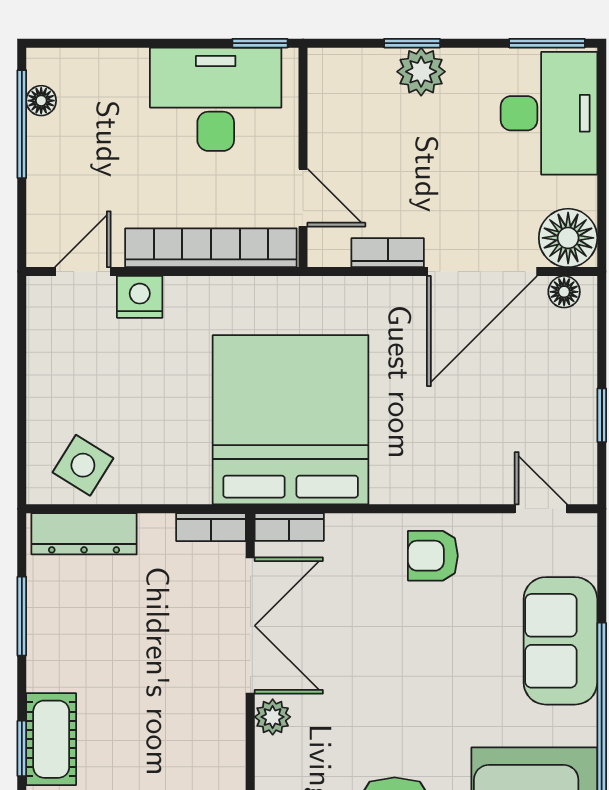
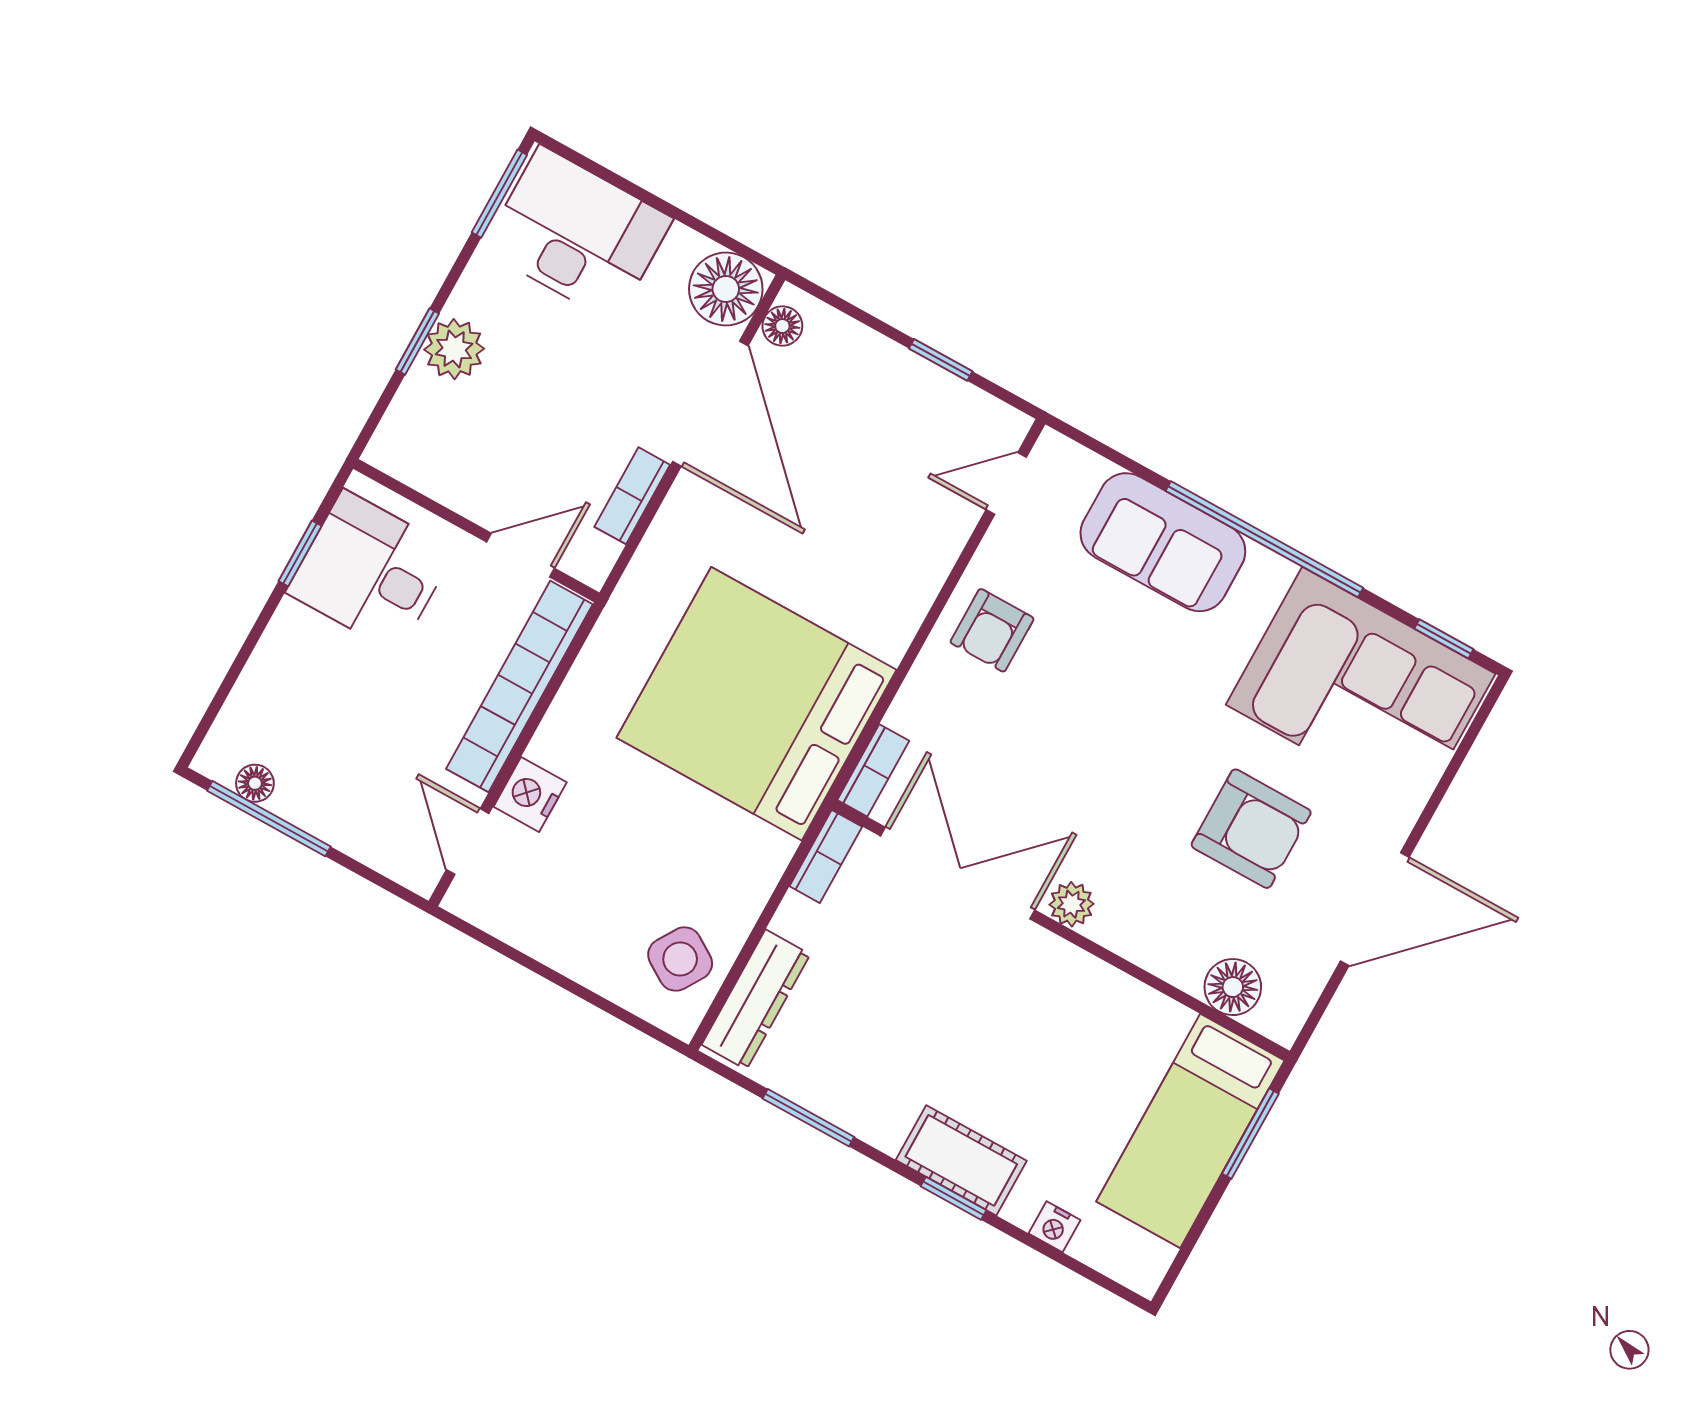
window: (260, 43) -> (300, 553), moved
desk: (216, 99) -> (370, 571), width x0.73

